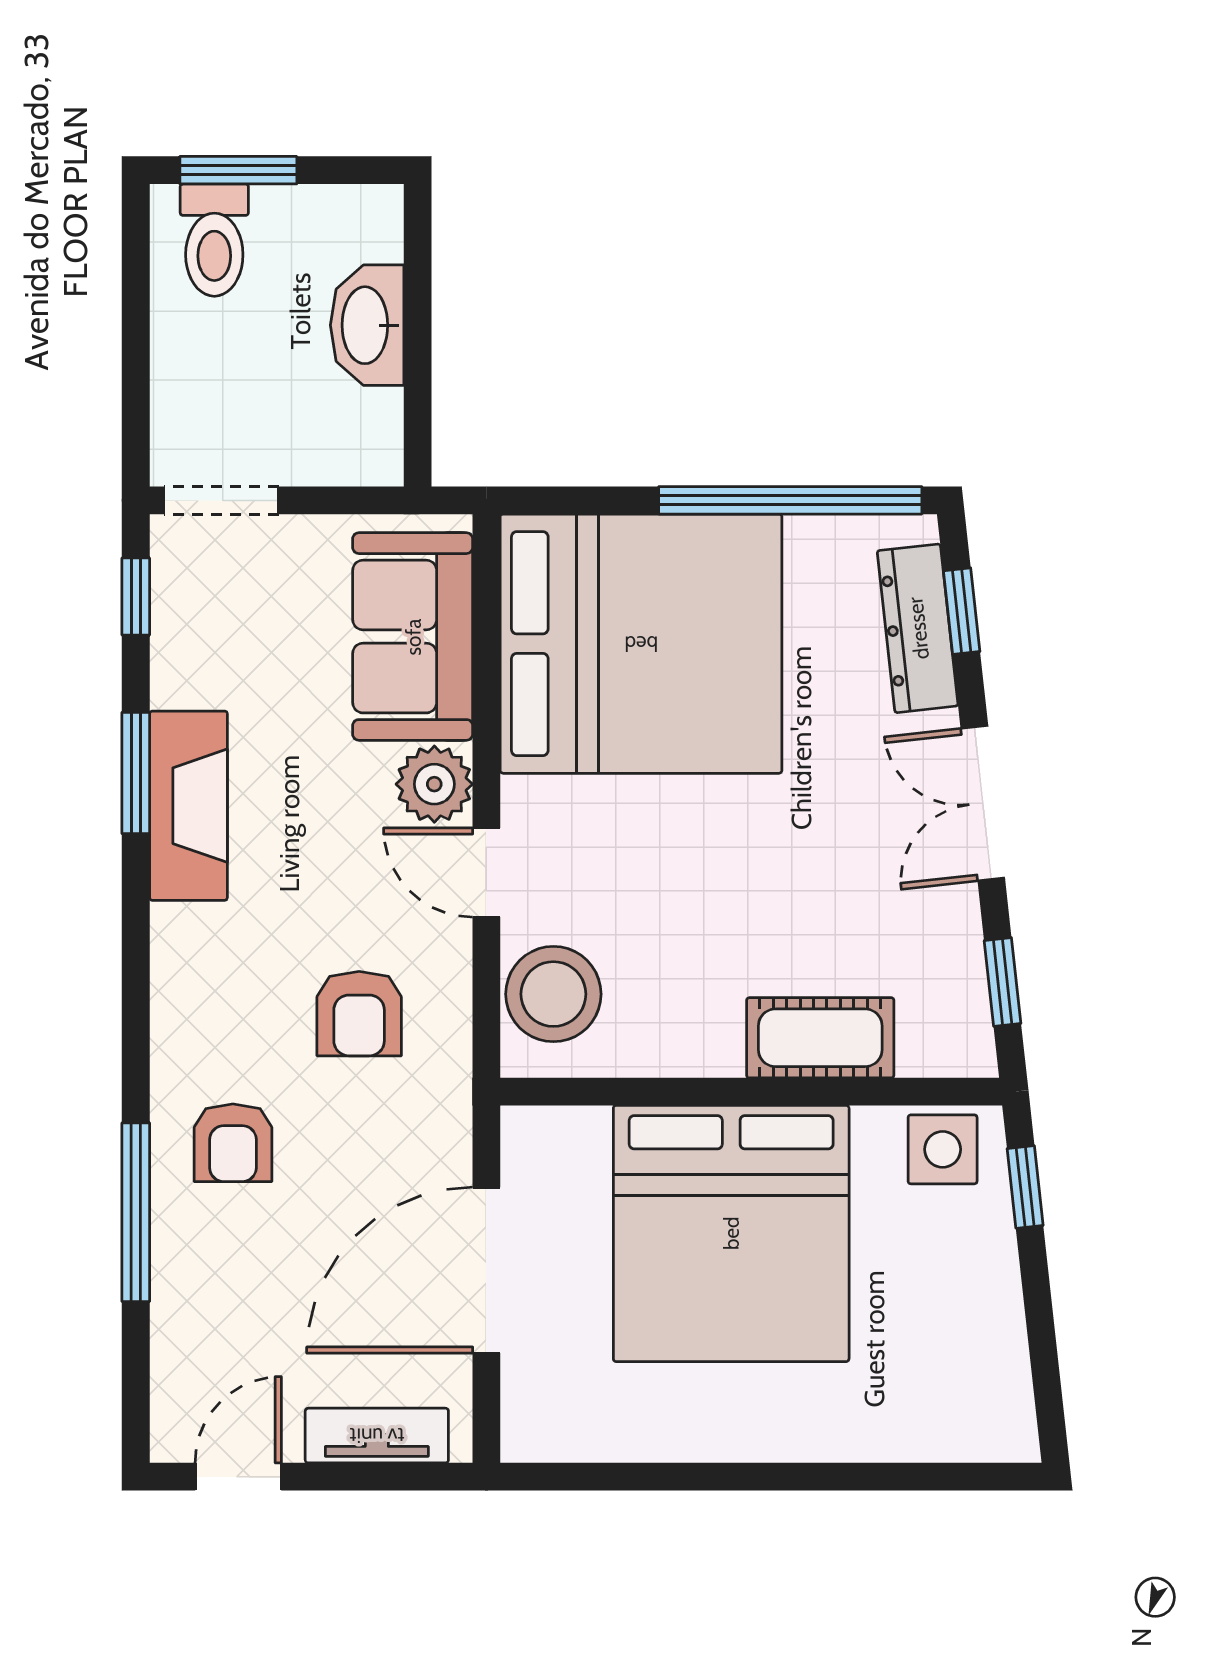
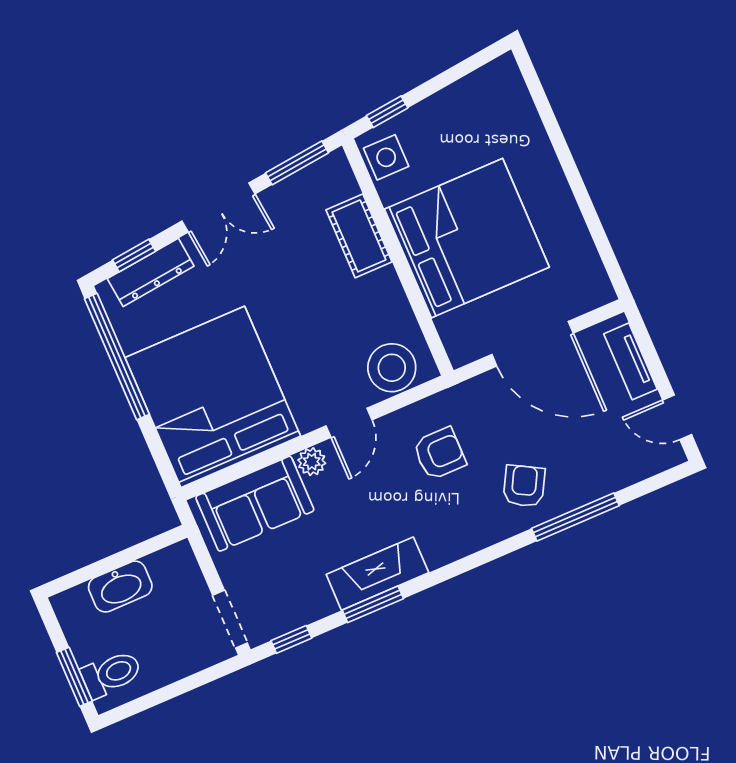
plant: (434, 784) -> (312, 462), width x0.73, depth x0.73
window: (1003, 982) -> (297, 163), width x1.50
armchair: (233, 1143) -> (524, 486), turned -61

